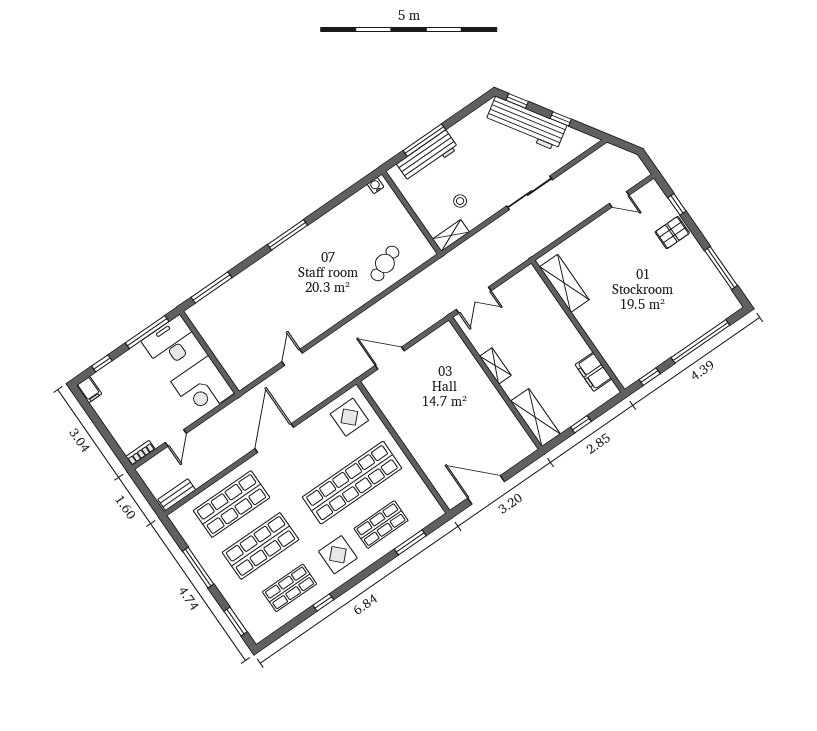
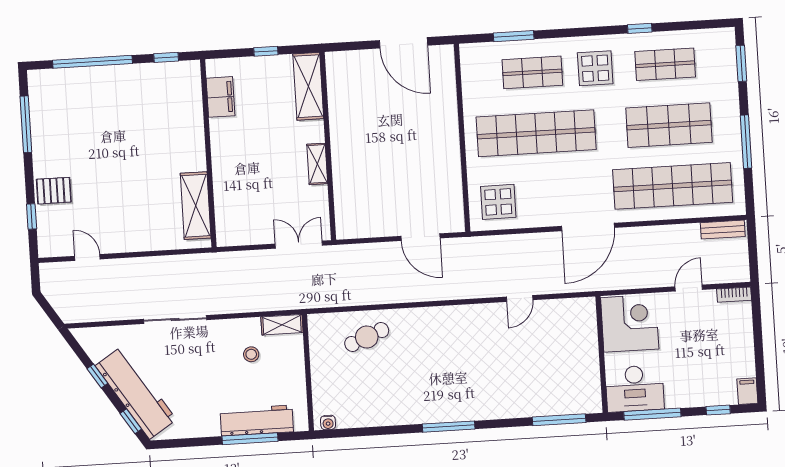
shop shelf: (231, 504) -> (673, 186), width x1.40

